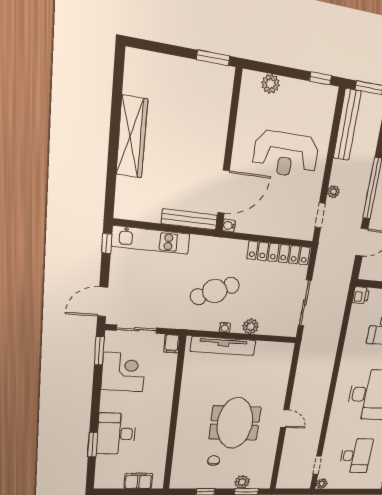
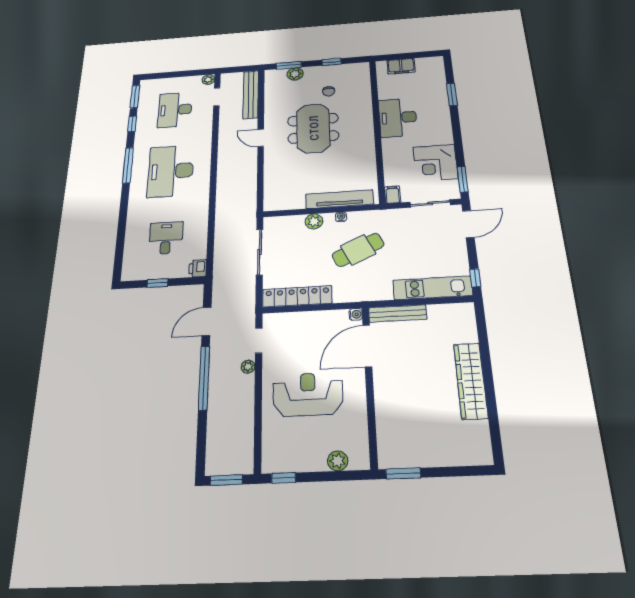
bench: (347, 125) -> (251, 95), moved
desk: (116, 434) -> (398, 118), moved, turned 180

